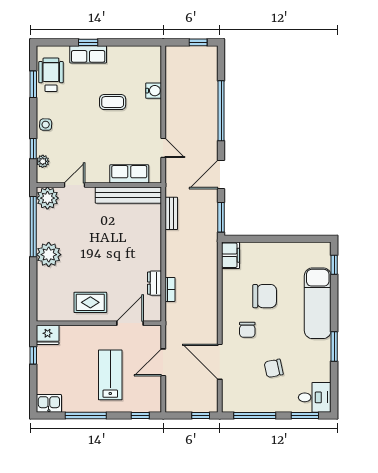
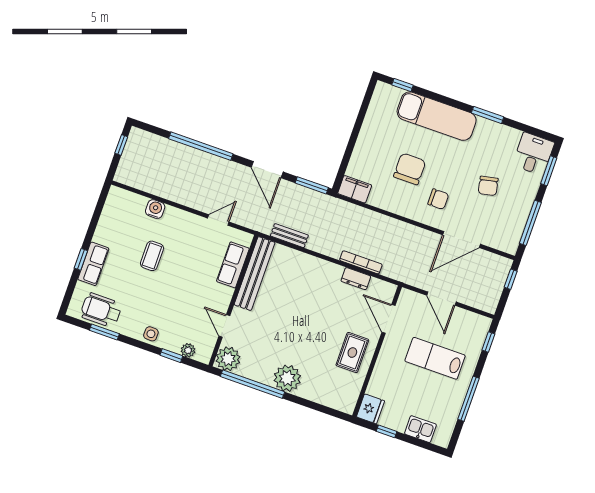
bookcase: (170, 289) -> (361, 262), width x1.56
kitchen sink: (49, 403) -> (420, 429), moved, turned 90

